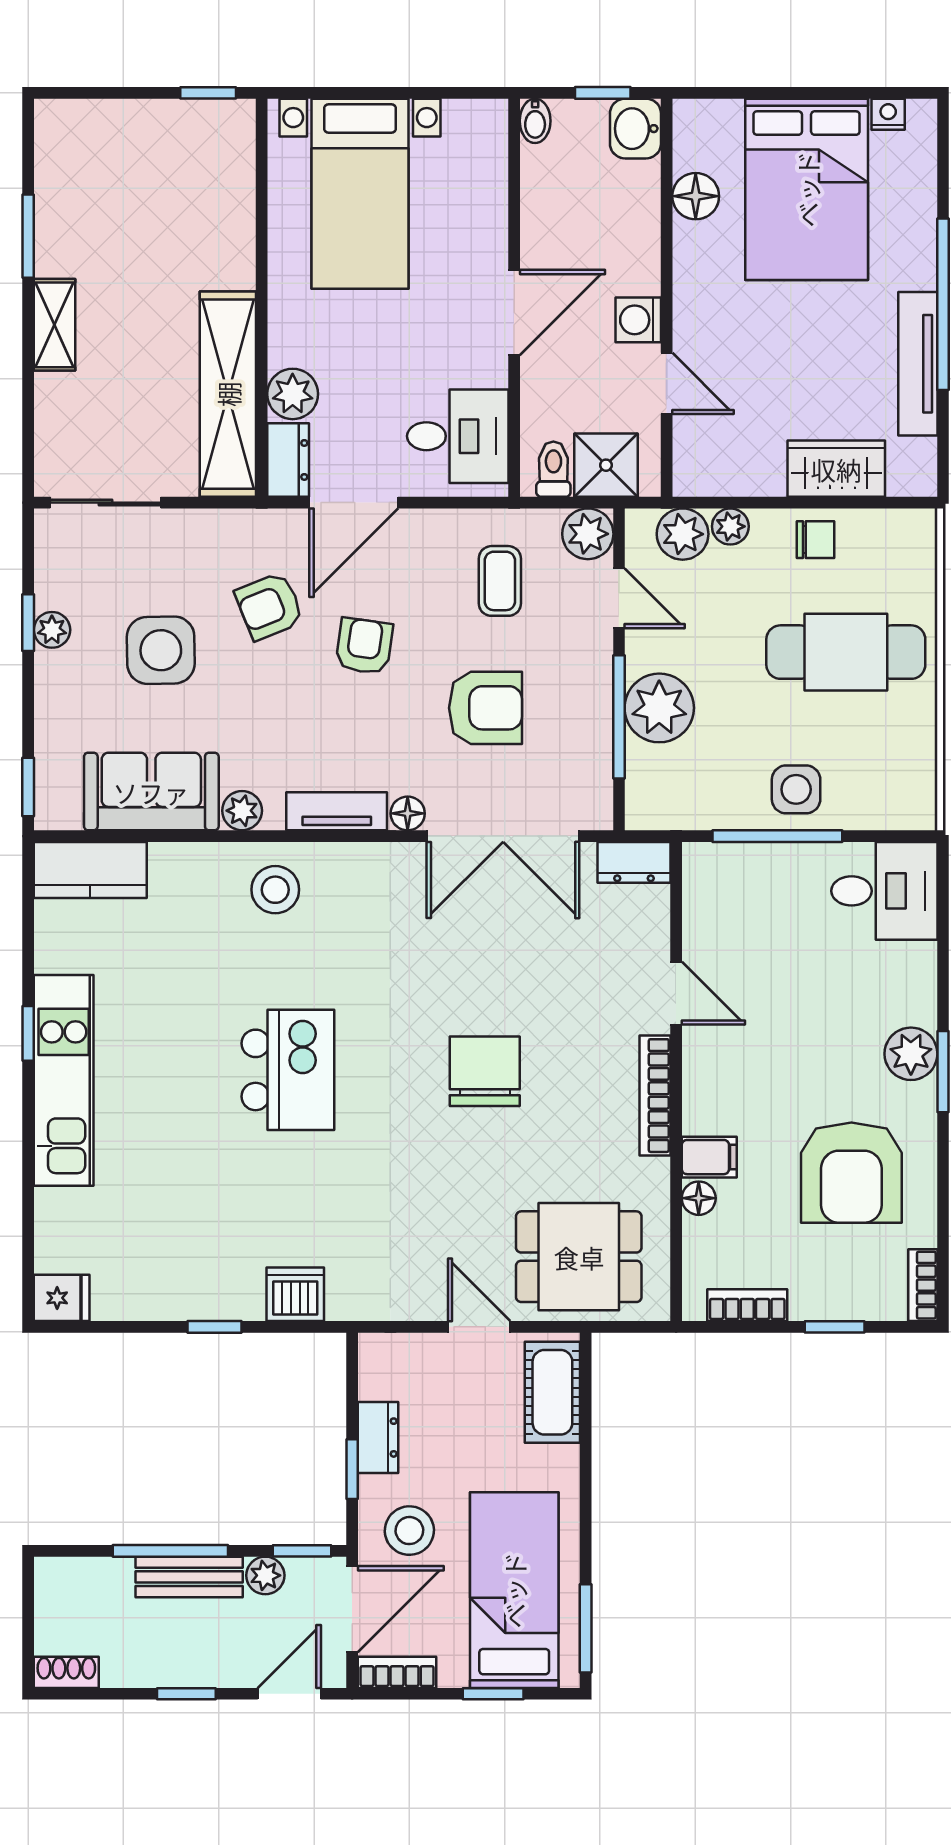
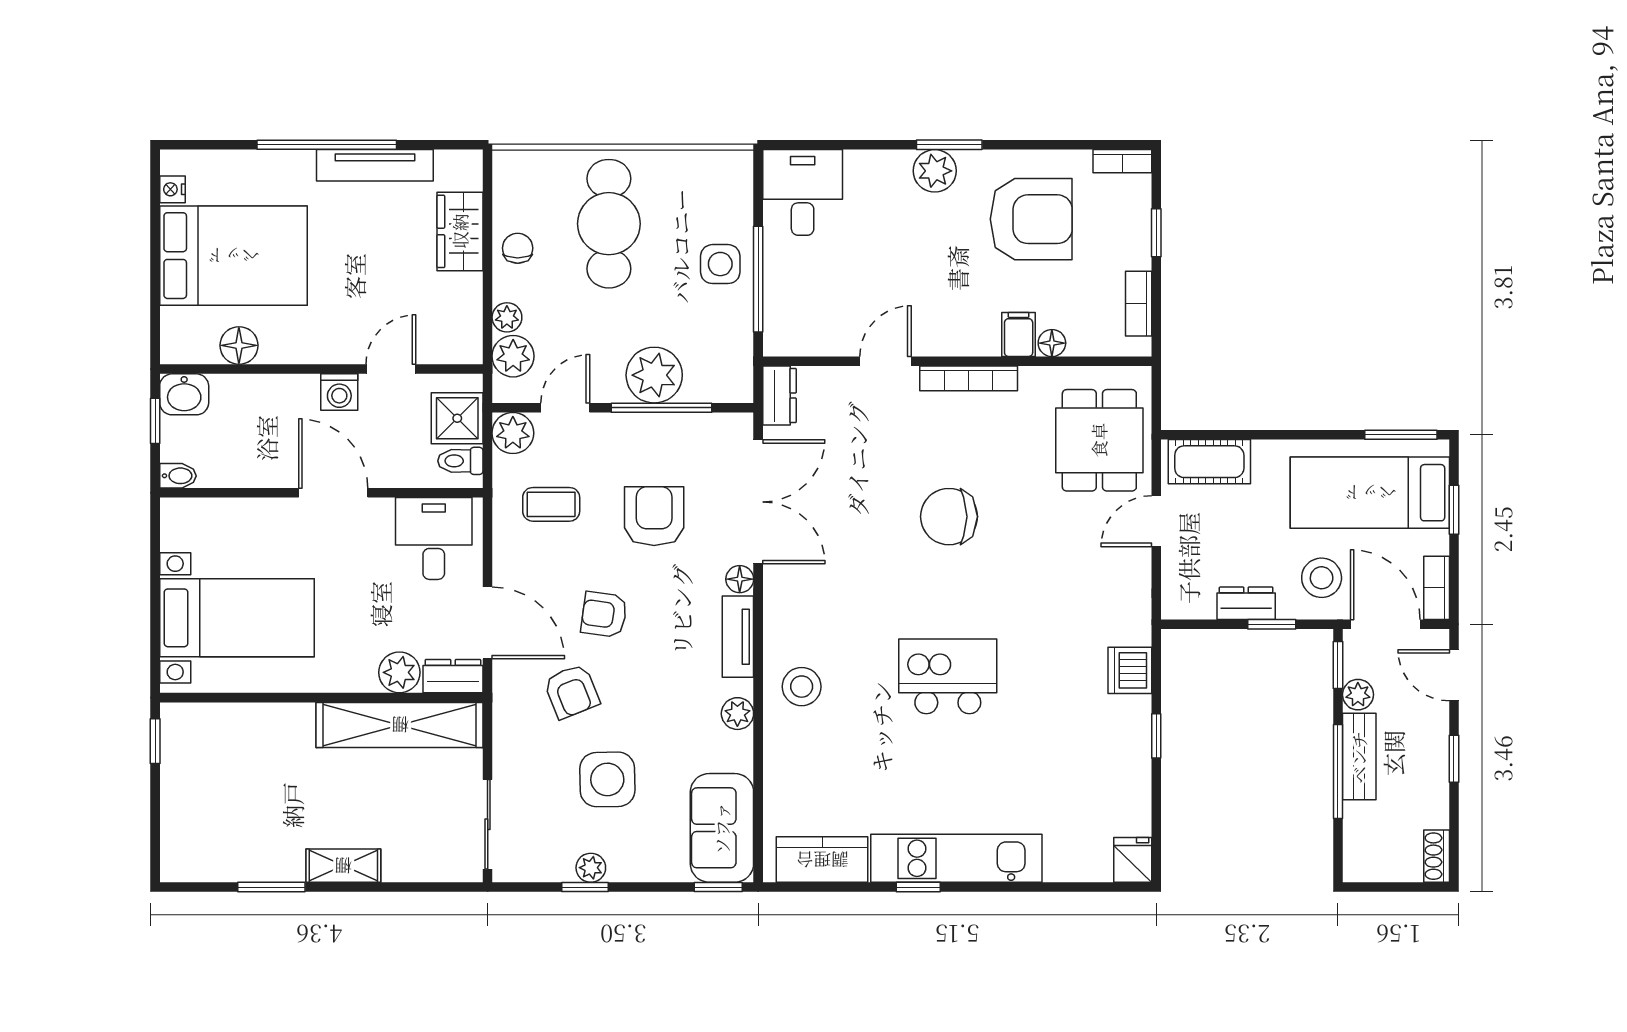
sofa: (151, 792) -> (722, 828), moved
kitchen counter: (90, 870) -> (822, 860), moved, turned -90

